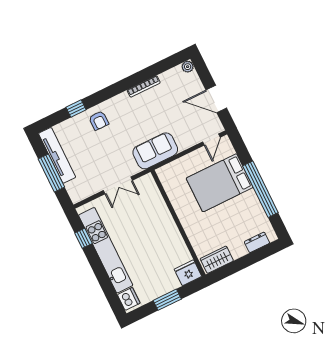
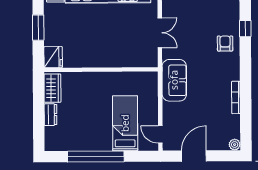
armchair: (99, 120) -> (225, 43), turned 90
bed: (220, 183) -> (125, 123), width x0.67
double door: (118, 185) -> (160, 33), swing flipped
dresser: (257, 242) -> (50, 115), moved

